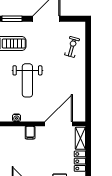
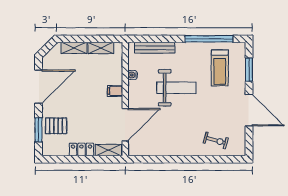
weight bench: (27, 80) -> (176, 88), turned 180
door: (59, 124) -> (125, 125), hinge flipped

